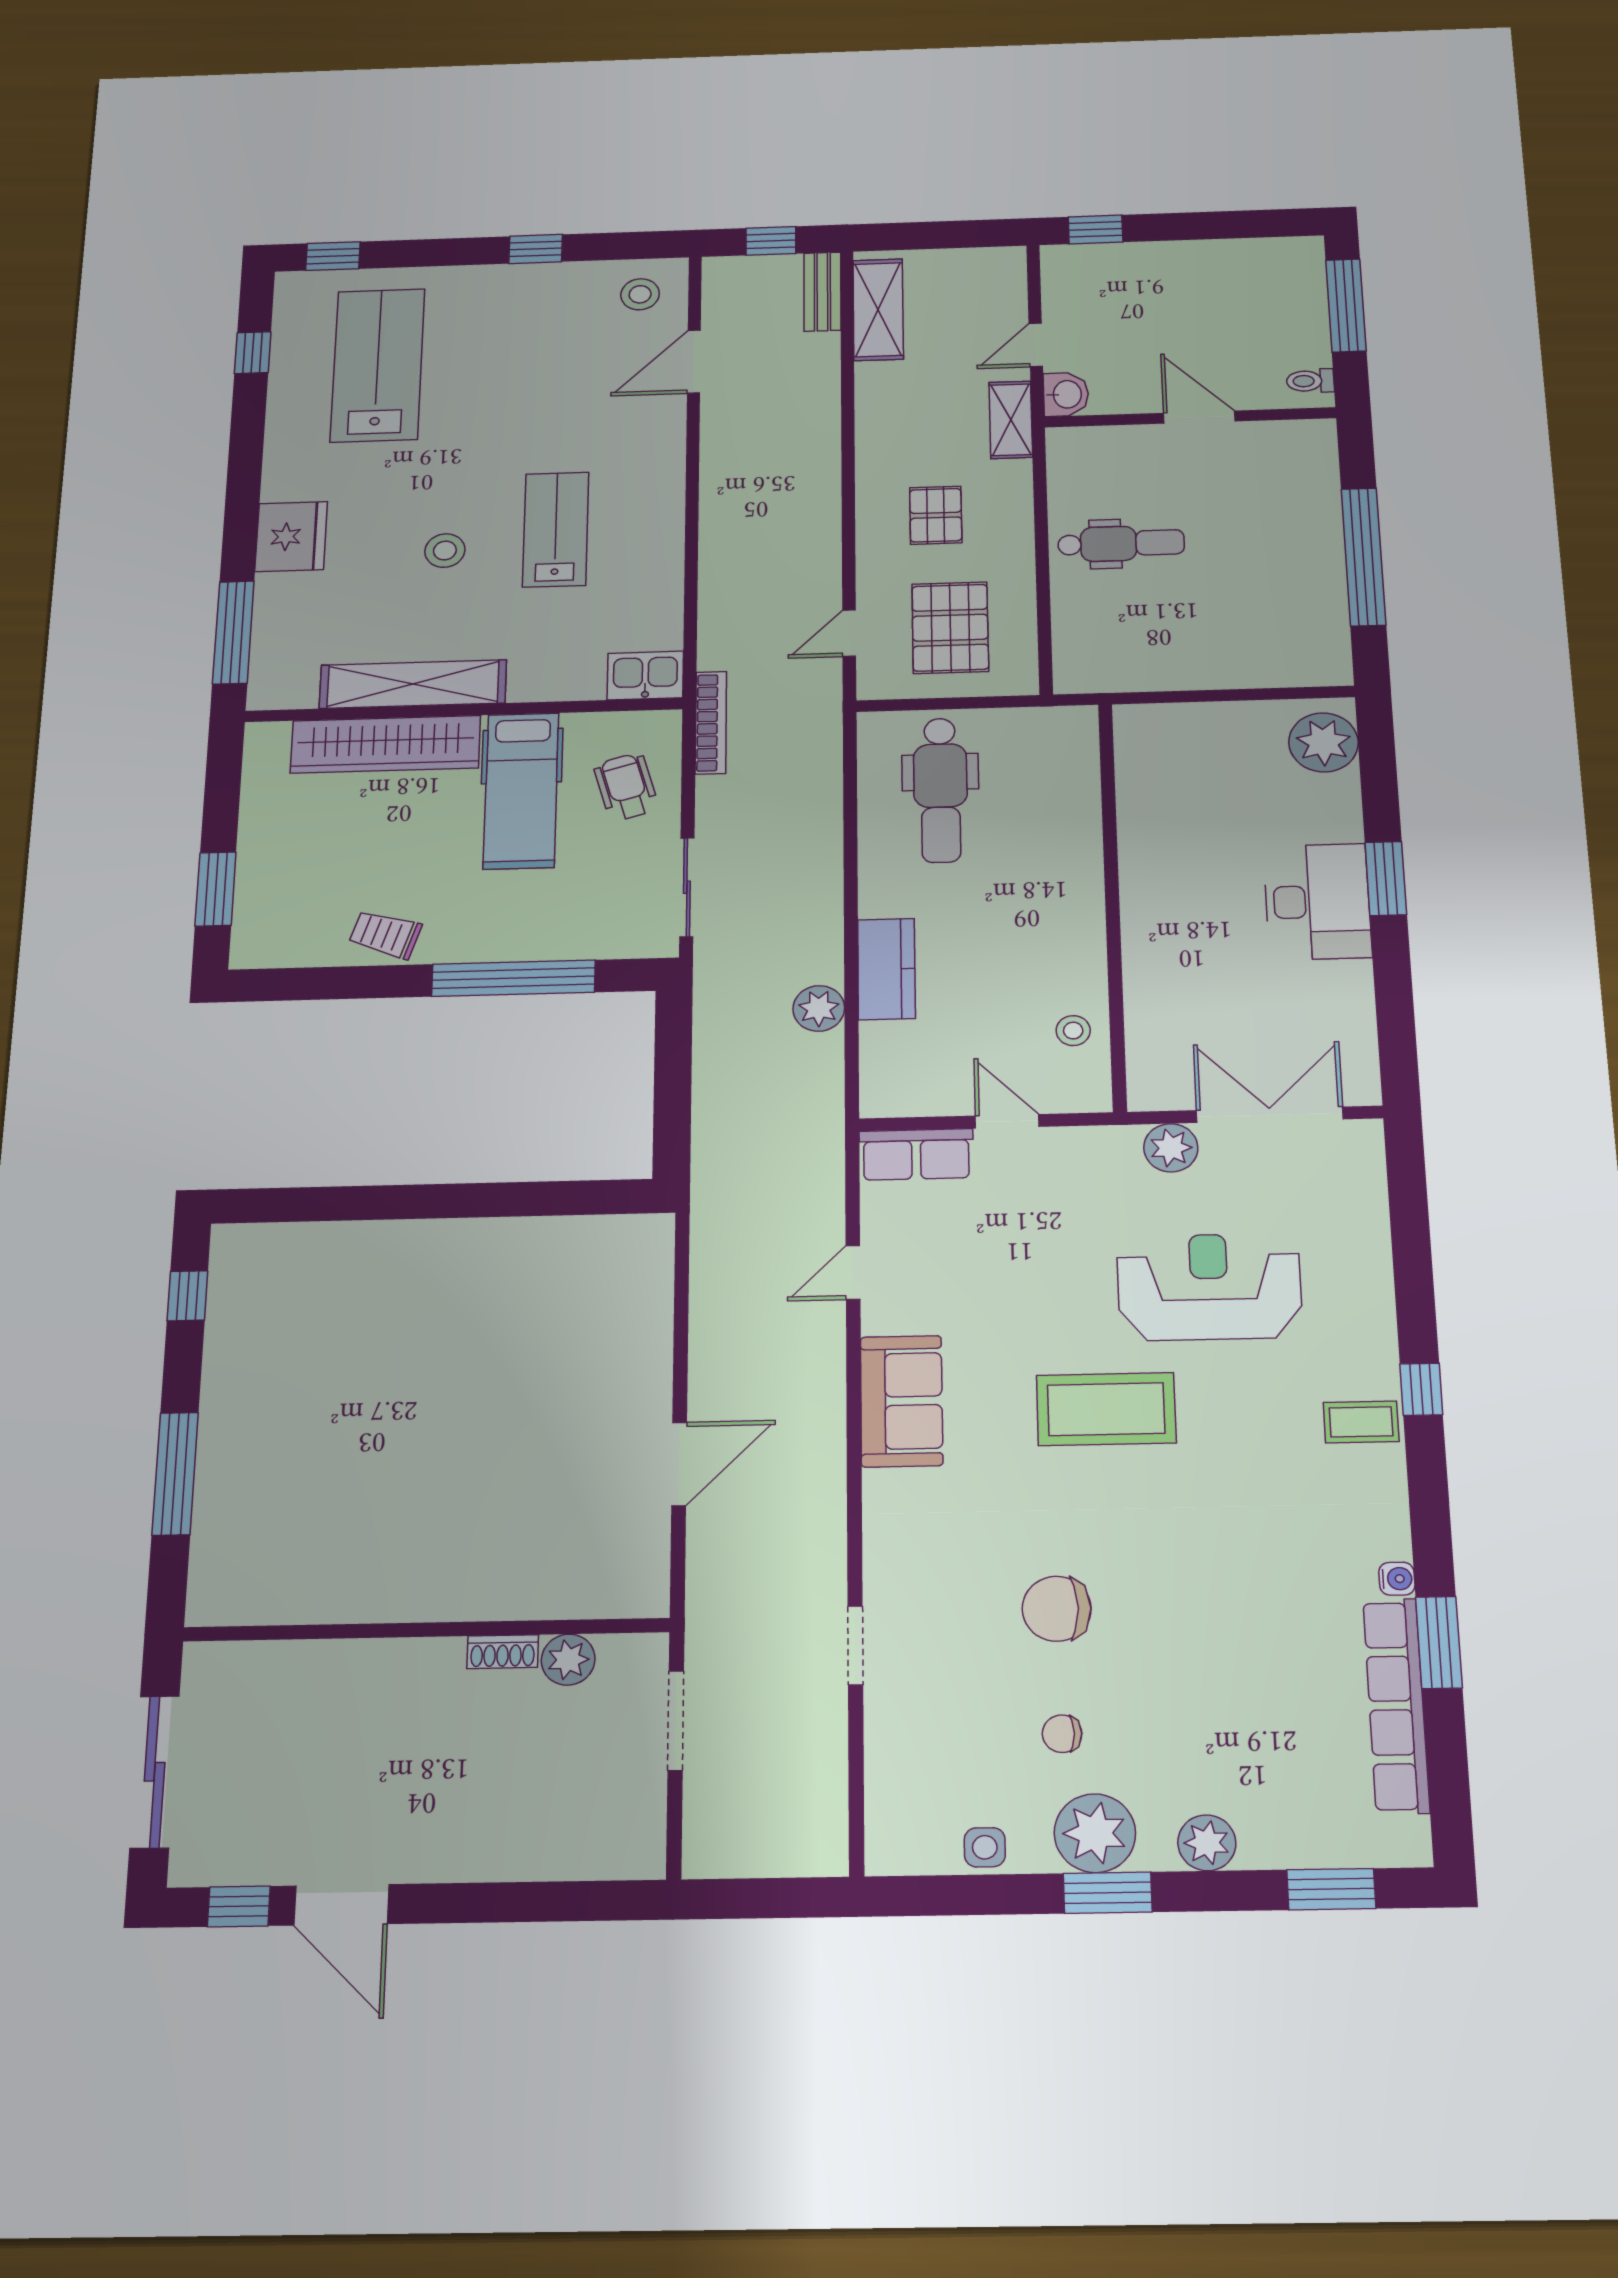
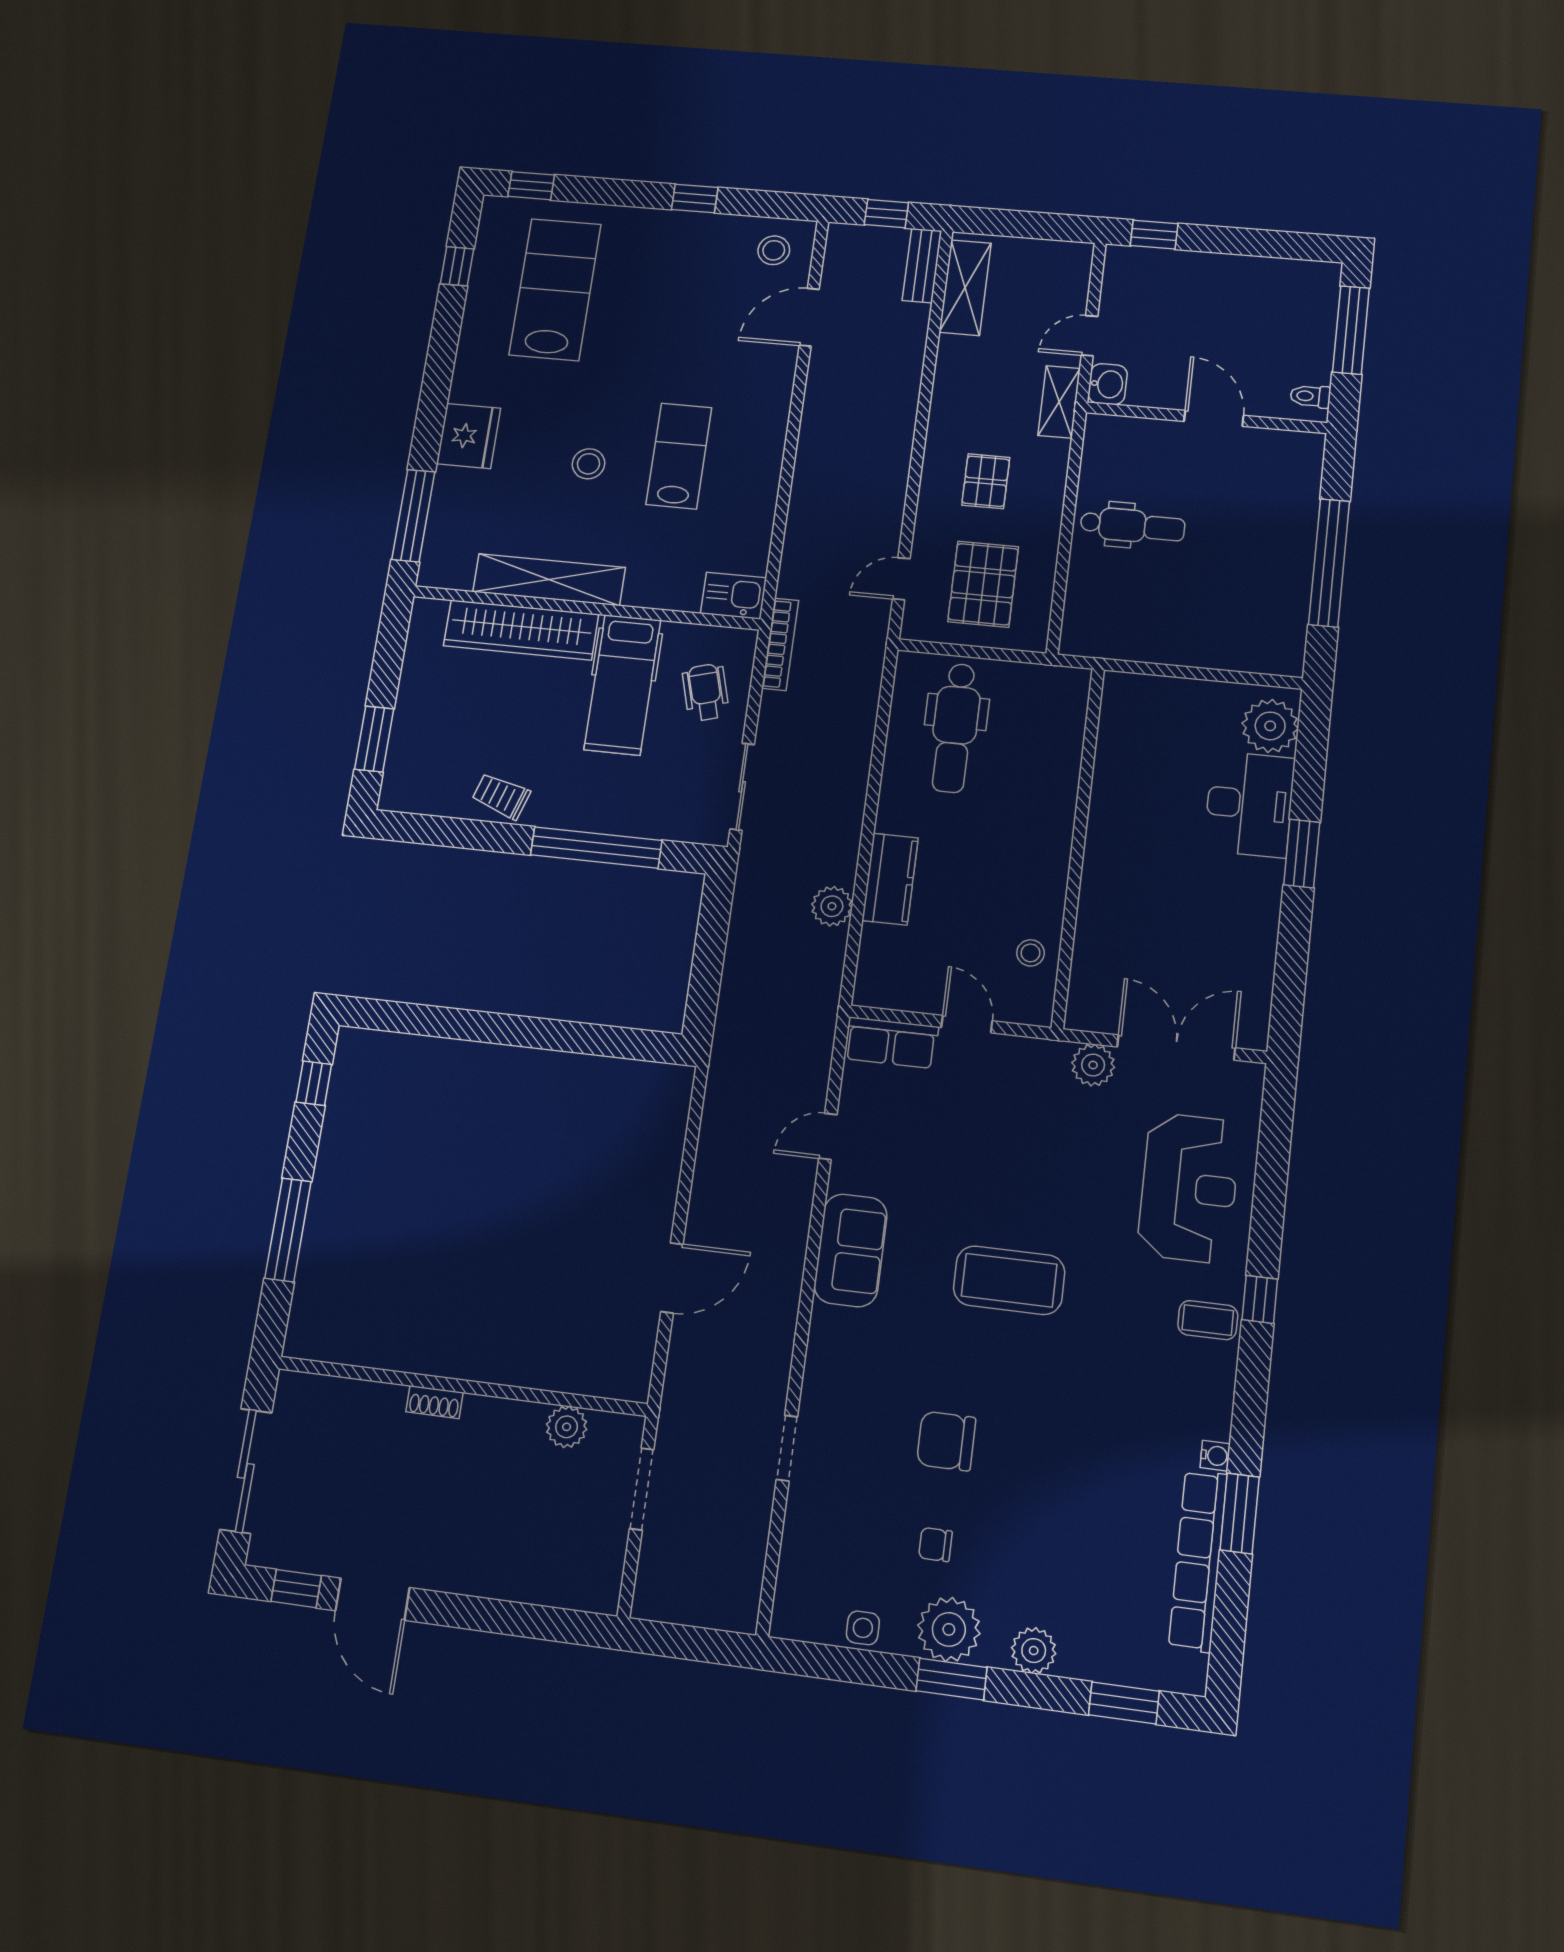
desk: (1317, 902) -> (1249, 804), moved
reception desk: (1209, 1287) -> (1189, 1188), moved, turned 90
shoe rack: (503, 1652) -> (434, 1402), moved

